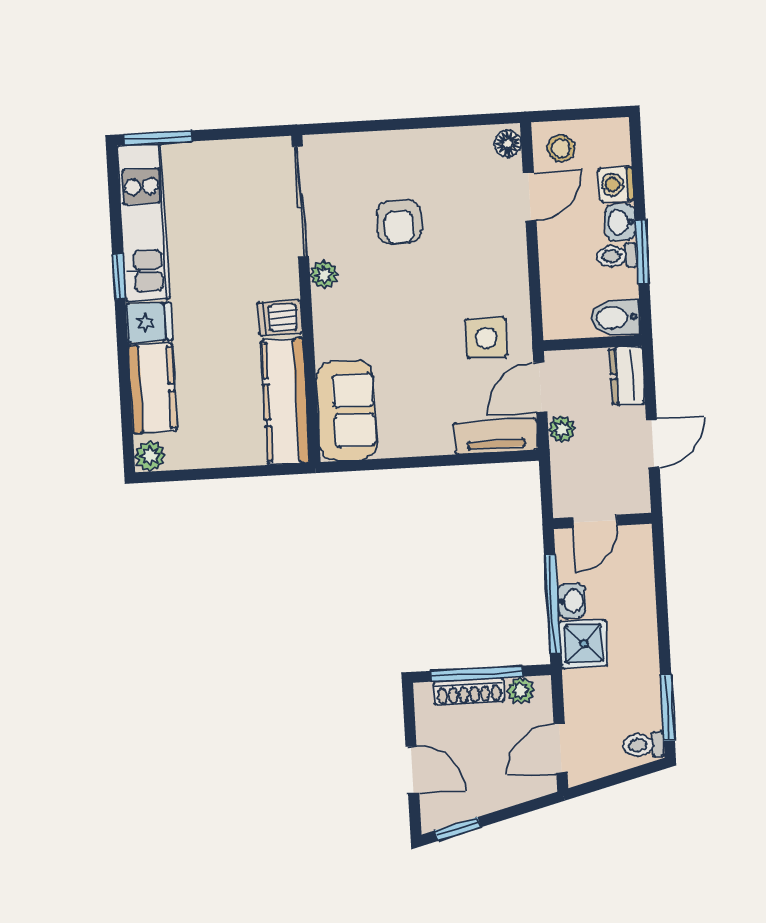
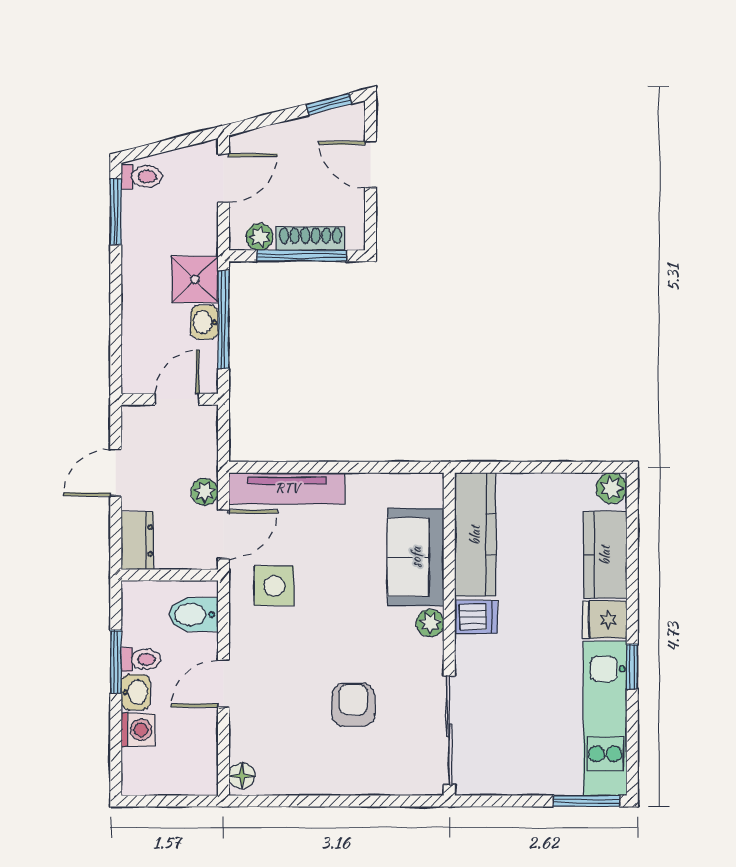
stool: (561, 148) -> (190, 768), removed
door: (530, 197) -> (223, 684), moved
plant: (324, 274) -> (430, 623), moved
bidet: (615, 318) -> (194, 615), moved, turned 180
sofa: (346, 411) -> (416, 557), moved
tv unit: (496, 436) -> (287, 488), width x1.41

